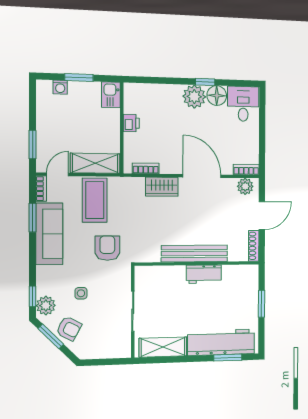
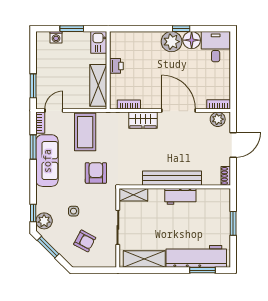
shelving: (95, 163) -> (98, 85), moved, turned 90
shoe rack: (254, 246) -> (226, 176), width x0.70
shelving: (151, 273) -> (133, 195), added
armchair: (69, 328) -> (85, 241), moved

